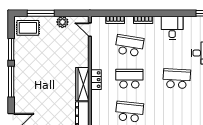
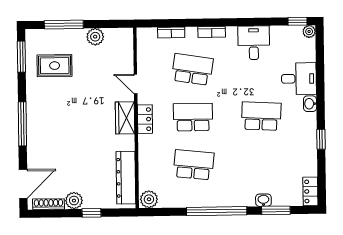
rug: (28, 28) -> (55, 66), moved
door: (90, 30) -> (136, 84), moved
window: (11, 49) -> (21, 57), moved
wardrobe: (82, 84) -> (125, 118), width x0.67

